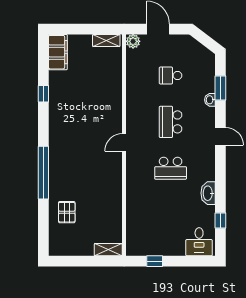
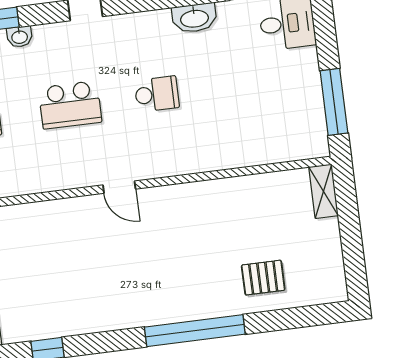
school desk: (171, 168) -> (157, 94), width x0.54
window: (155, 261) -> (334, 102), width x2.17

